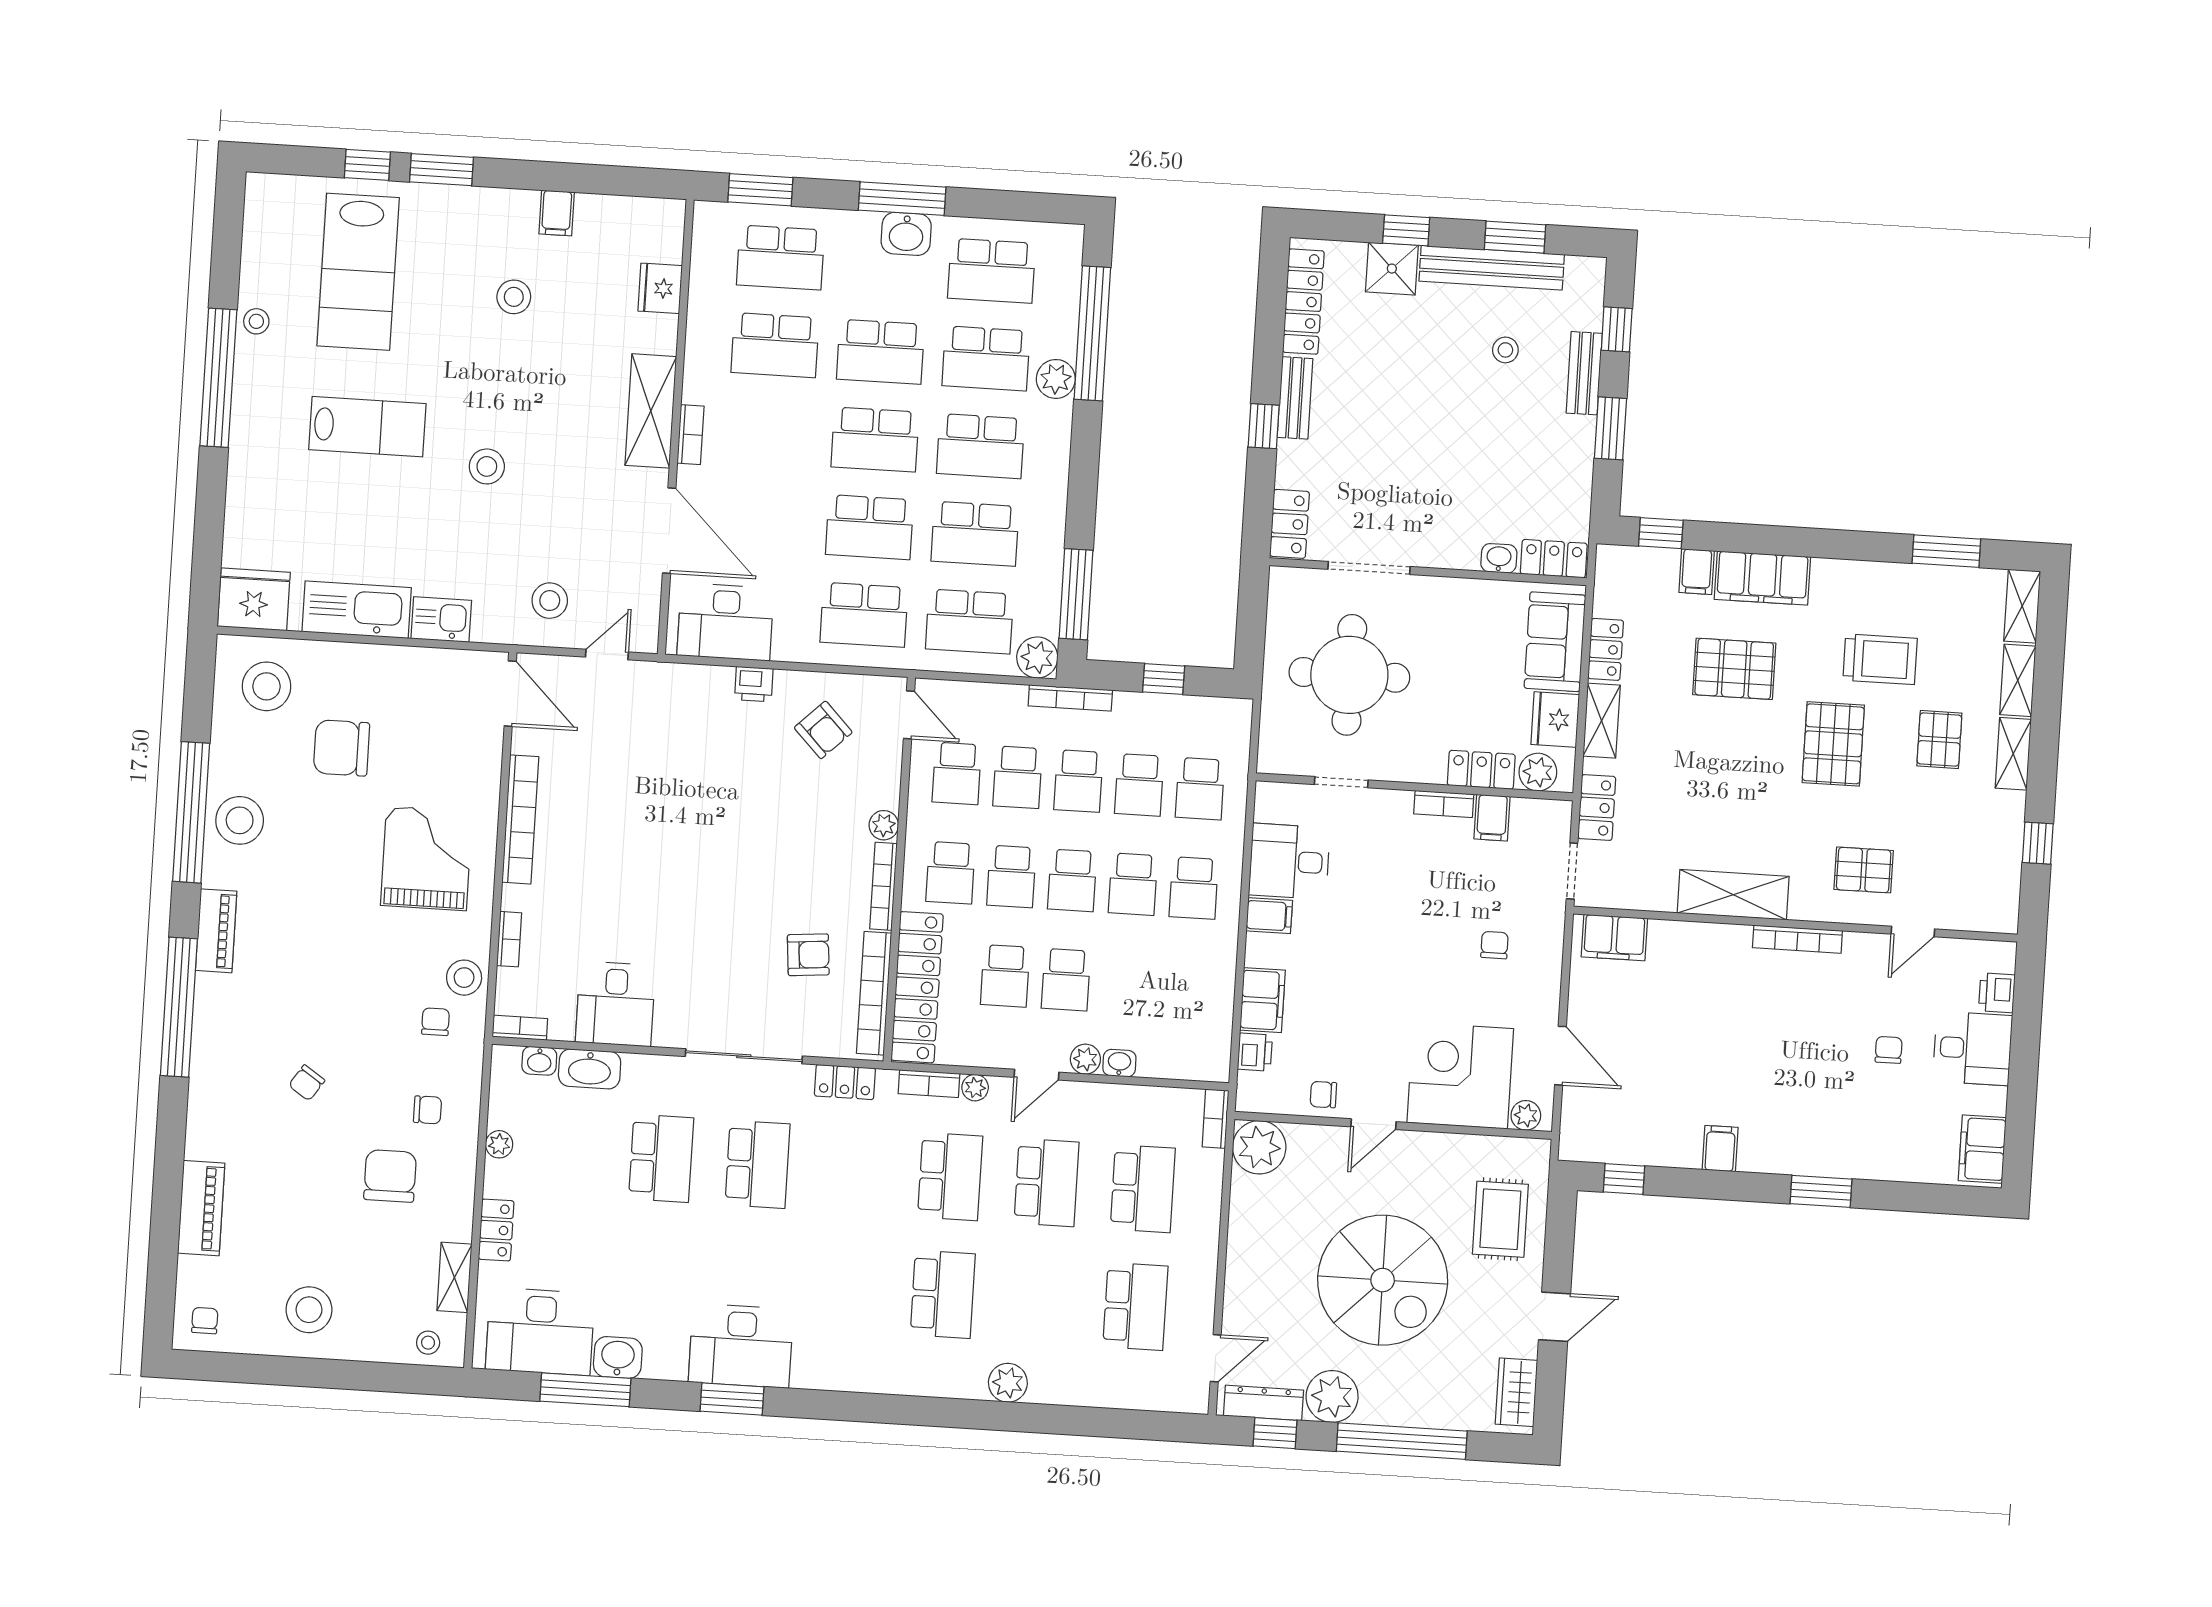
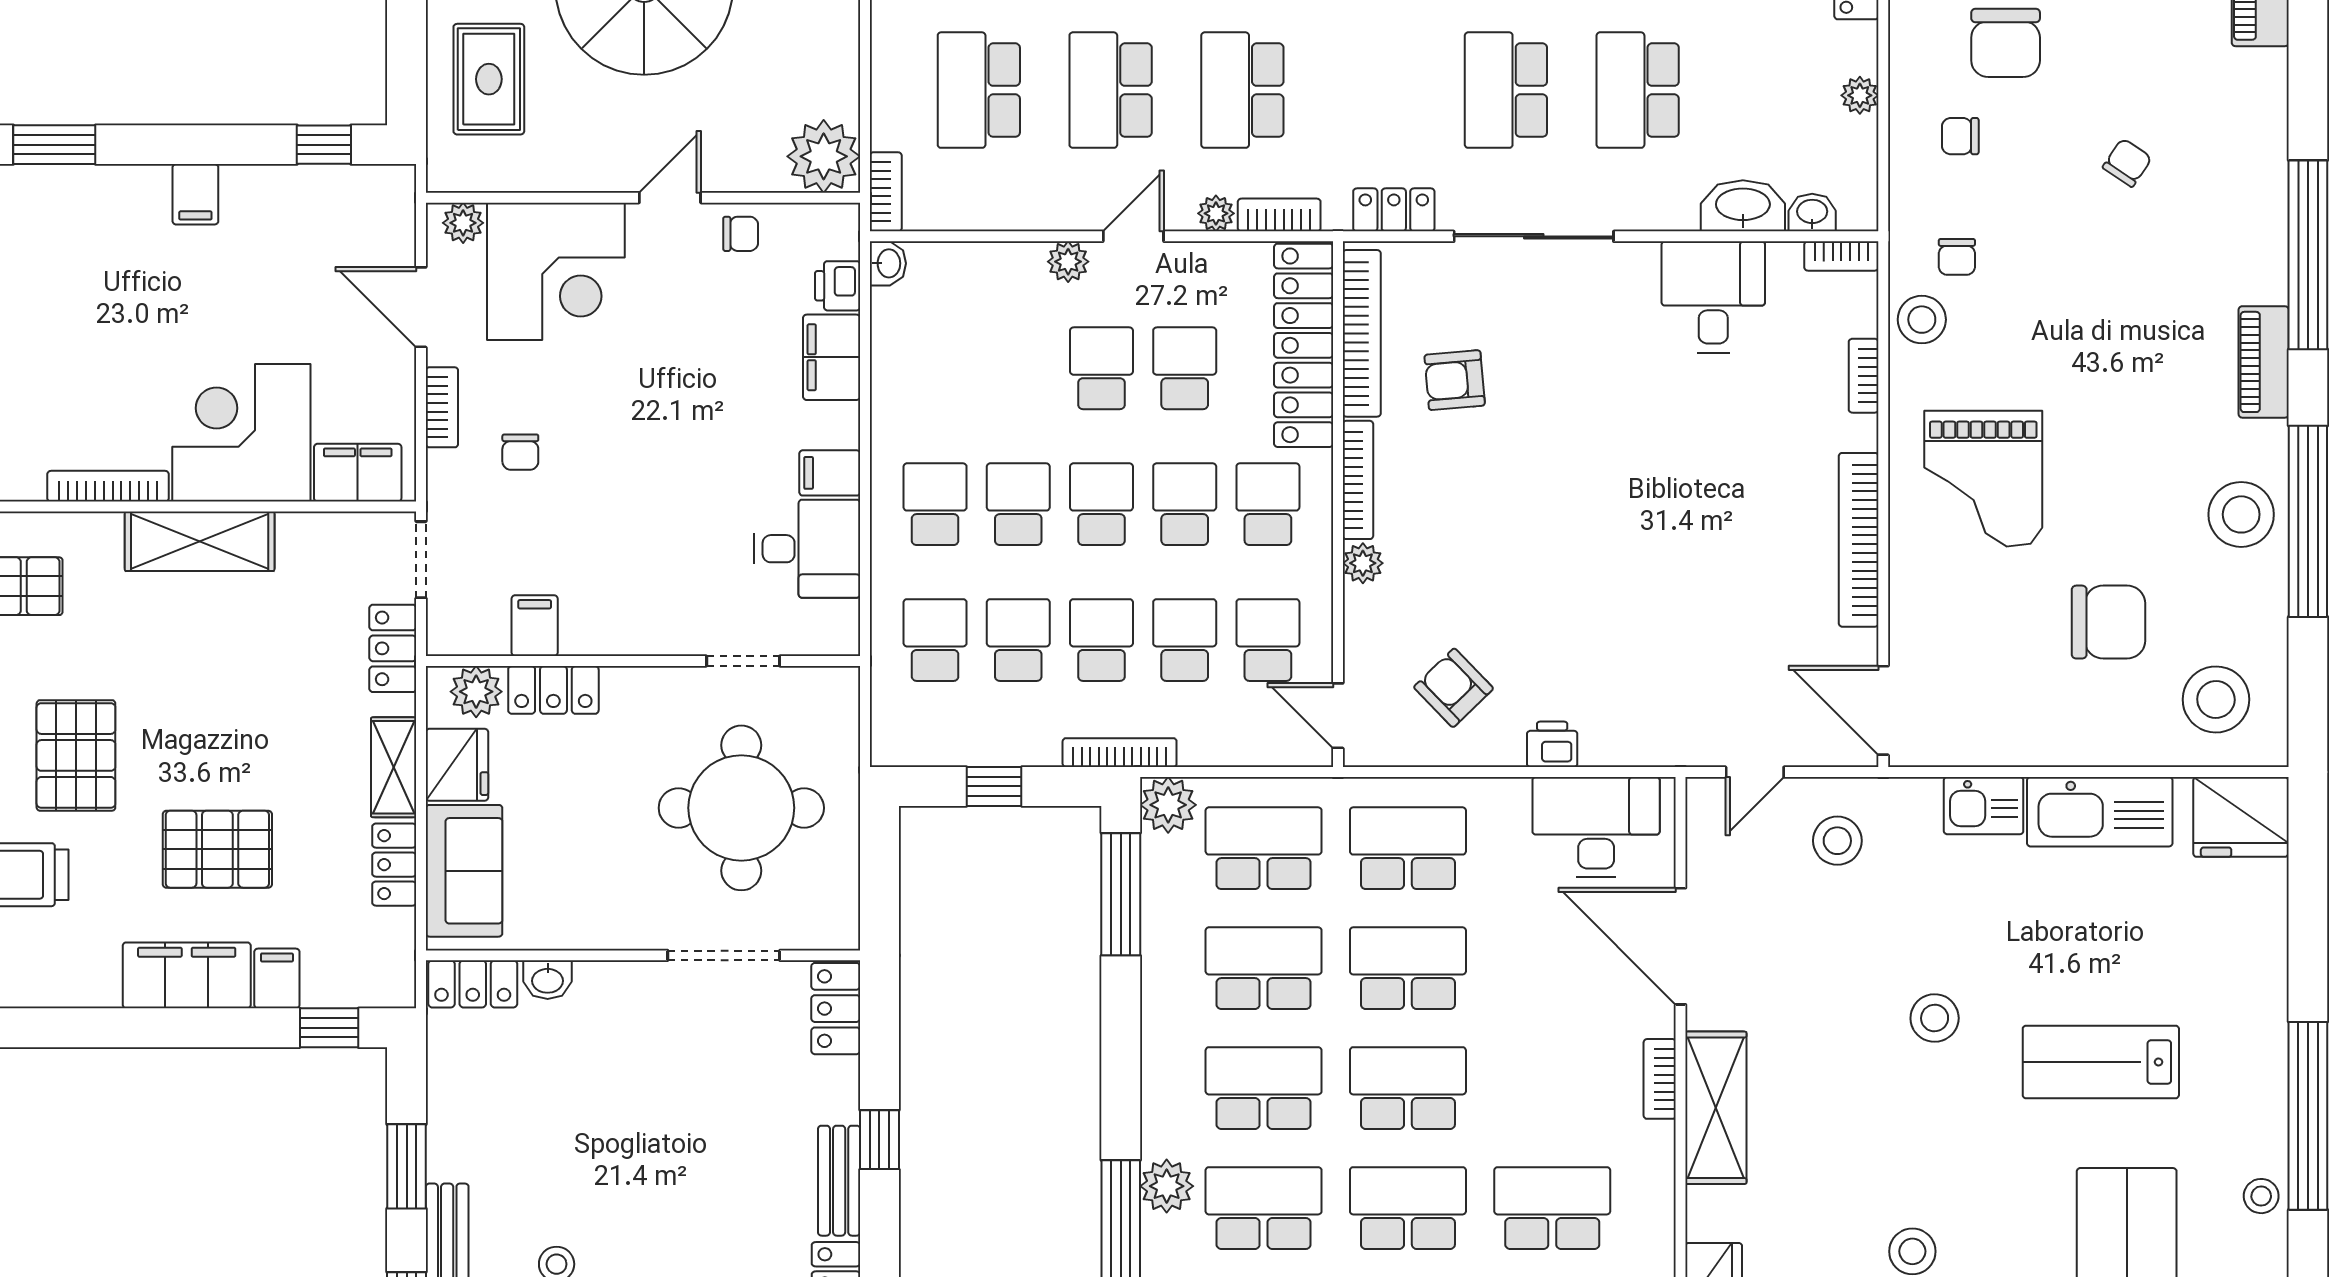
bookcase: (1444, 804) -> (442, 407), moved, turned 90
corner desk: (1698, 972) -> (241, 433), added
washbasin: (1119, 1063) -> (888, 263), moved, turned -90

